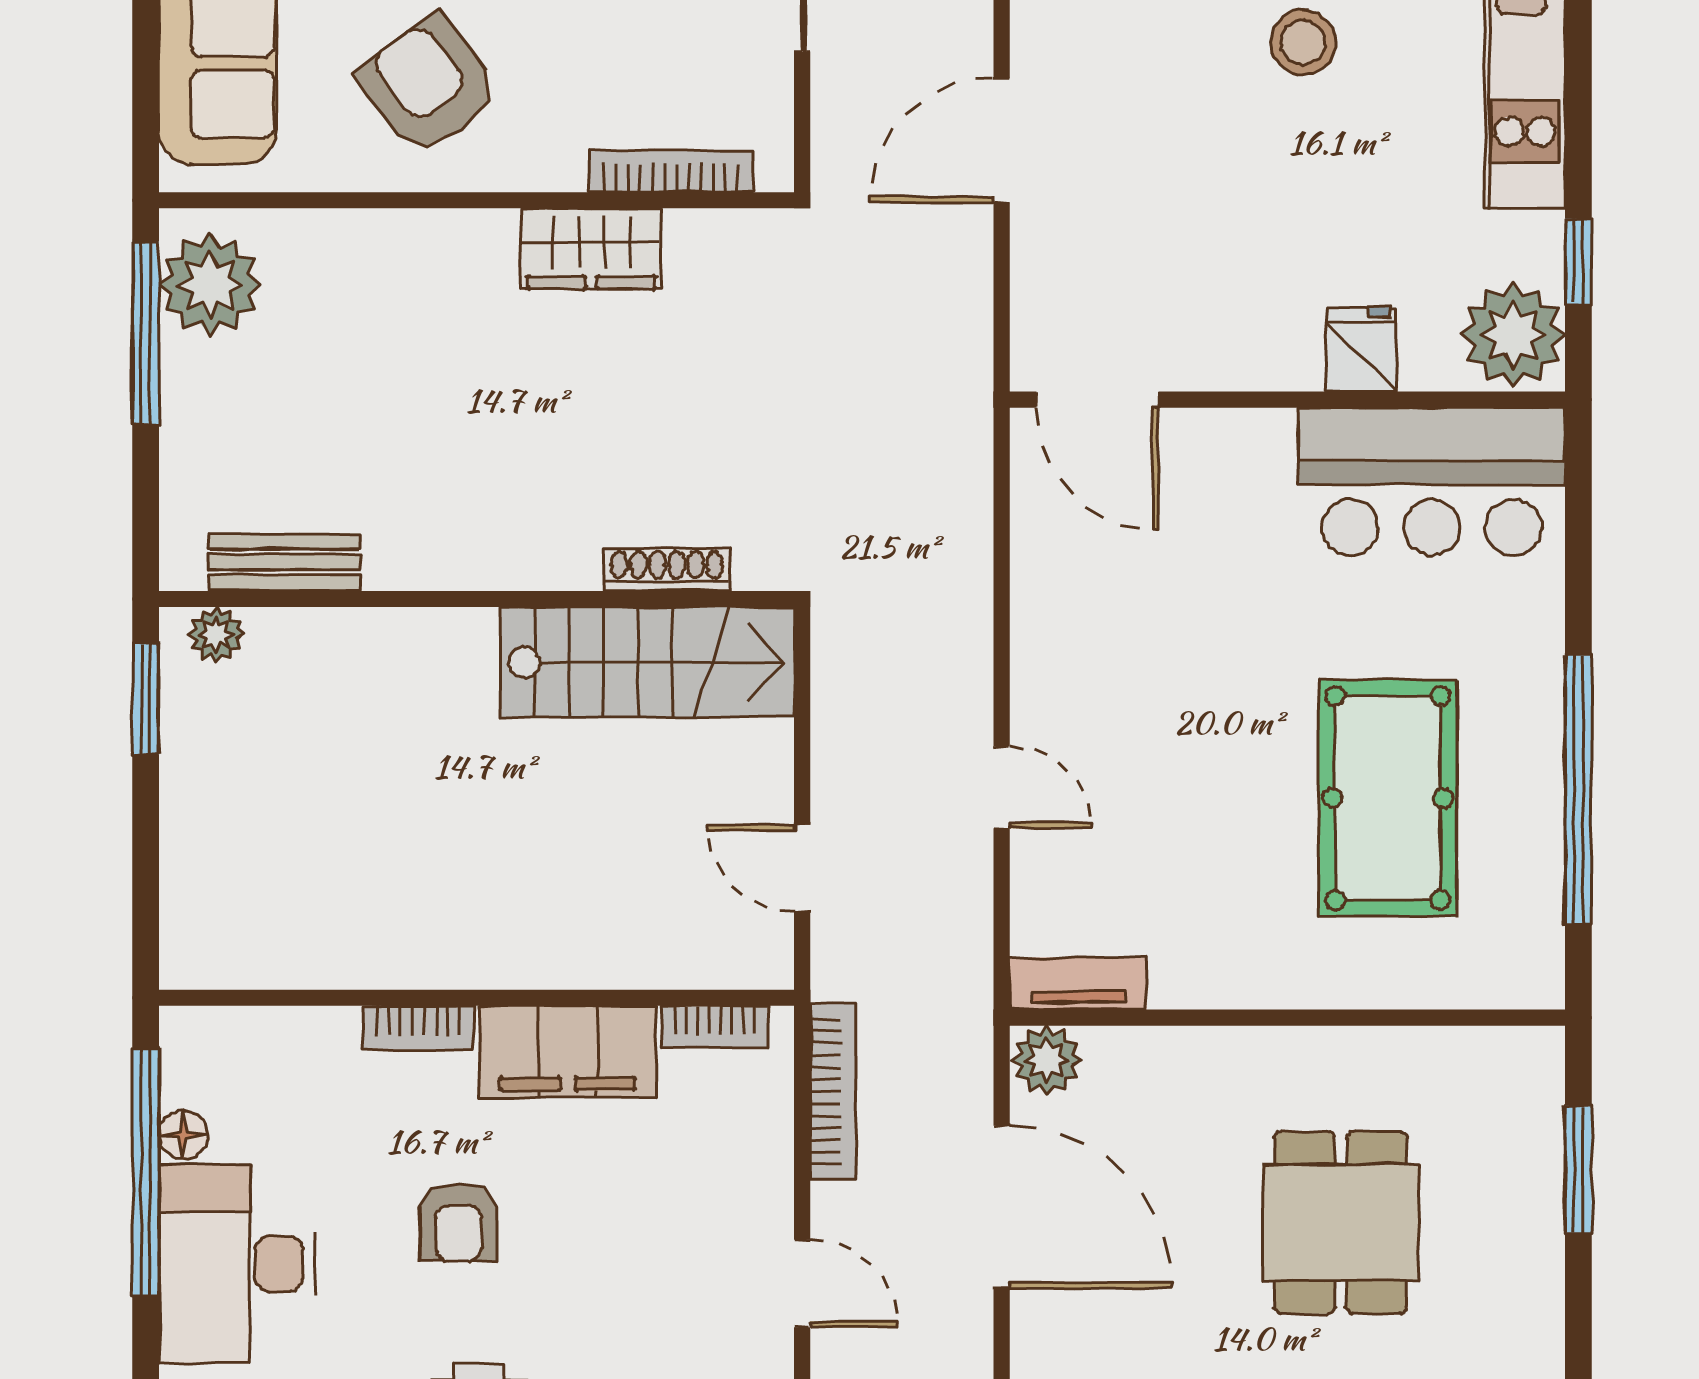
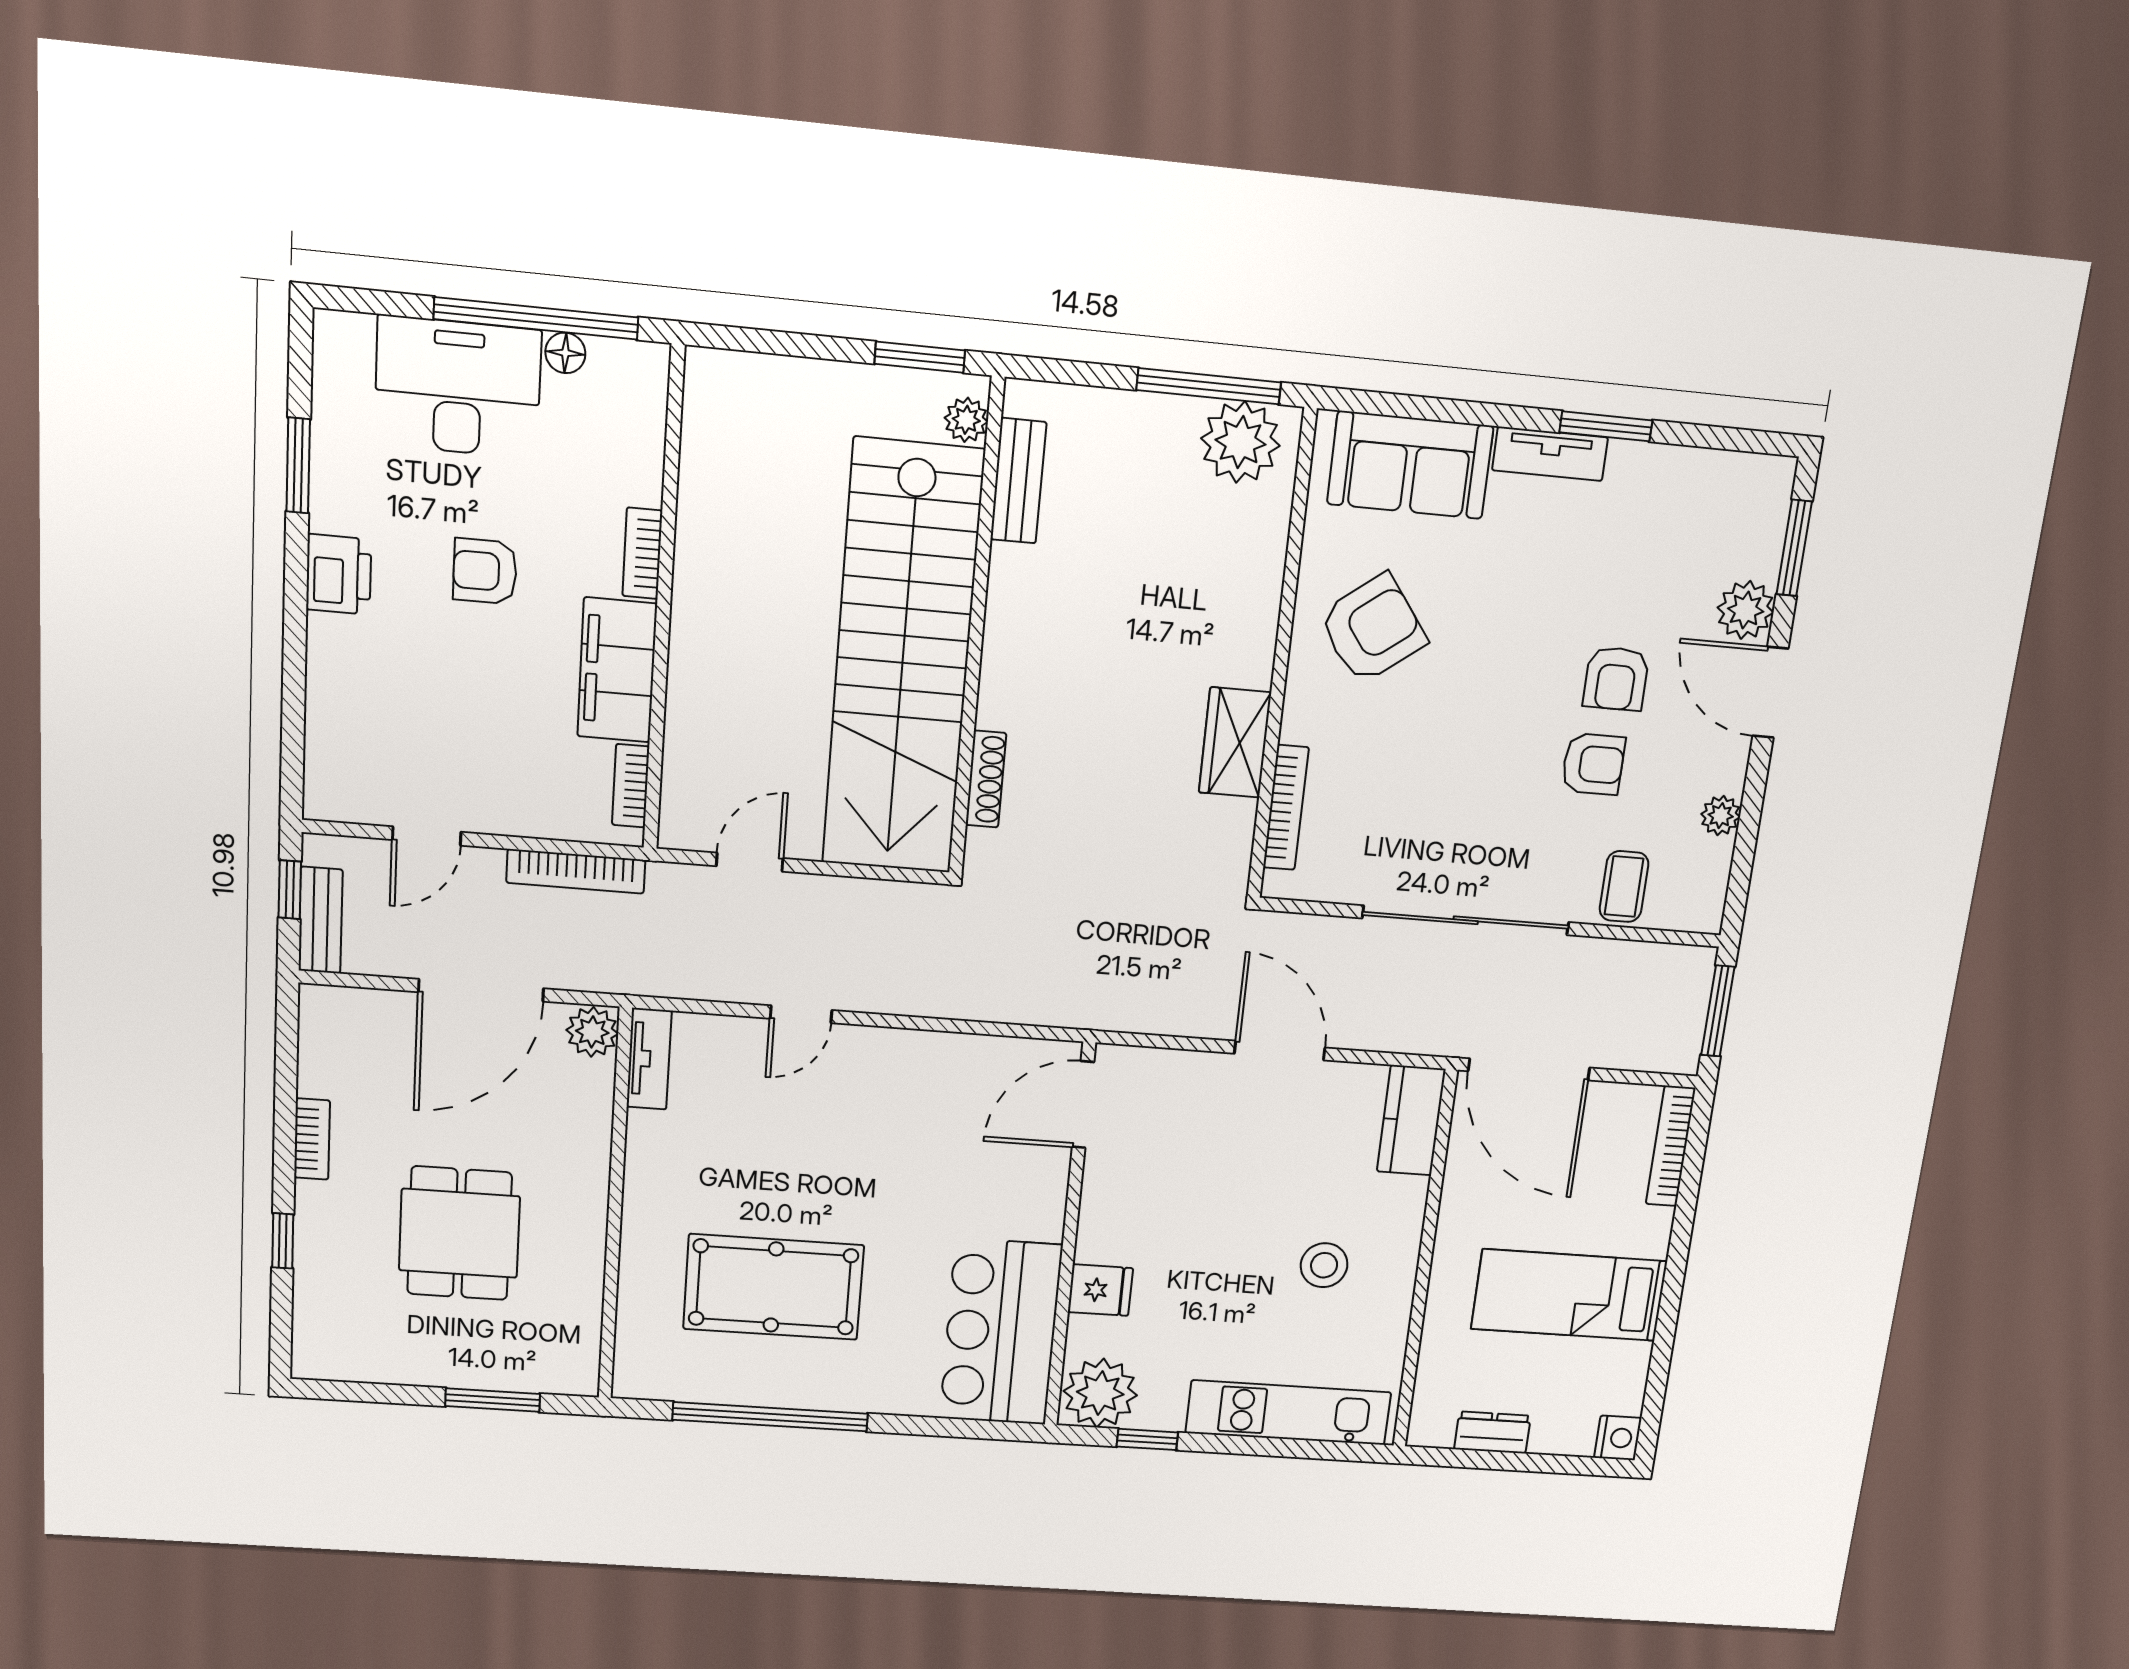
stairs: (648, 662) -> (903, 659), width x1.86, depth x1.51
dining table: (1340, 1223) -> (459, 1233), turned 90

